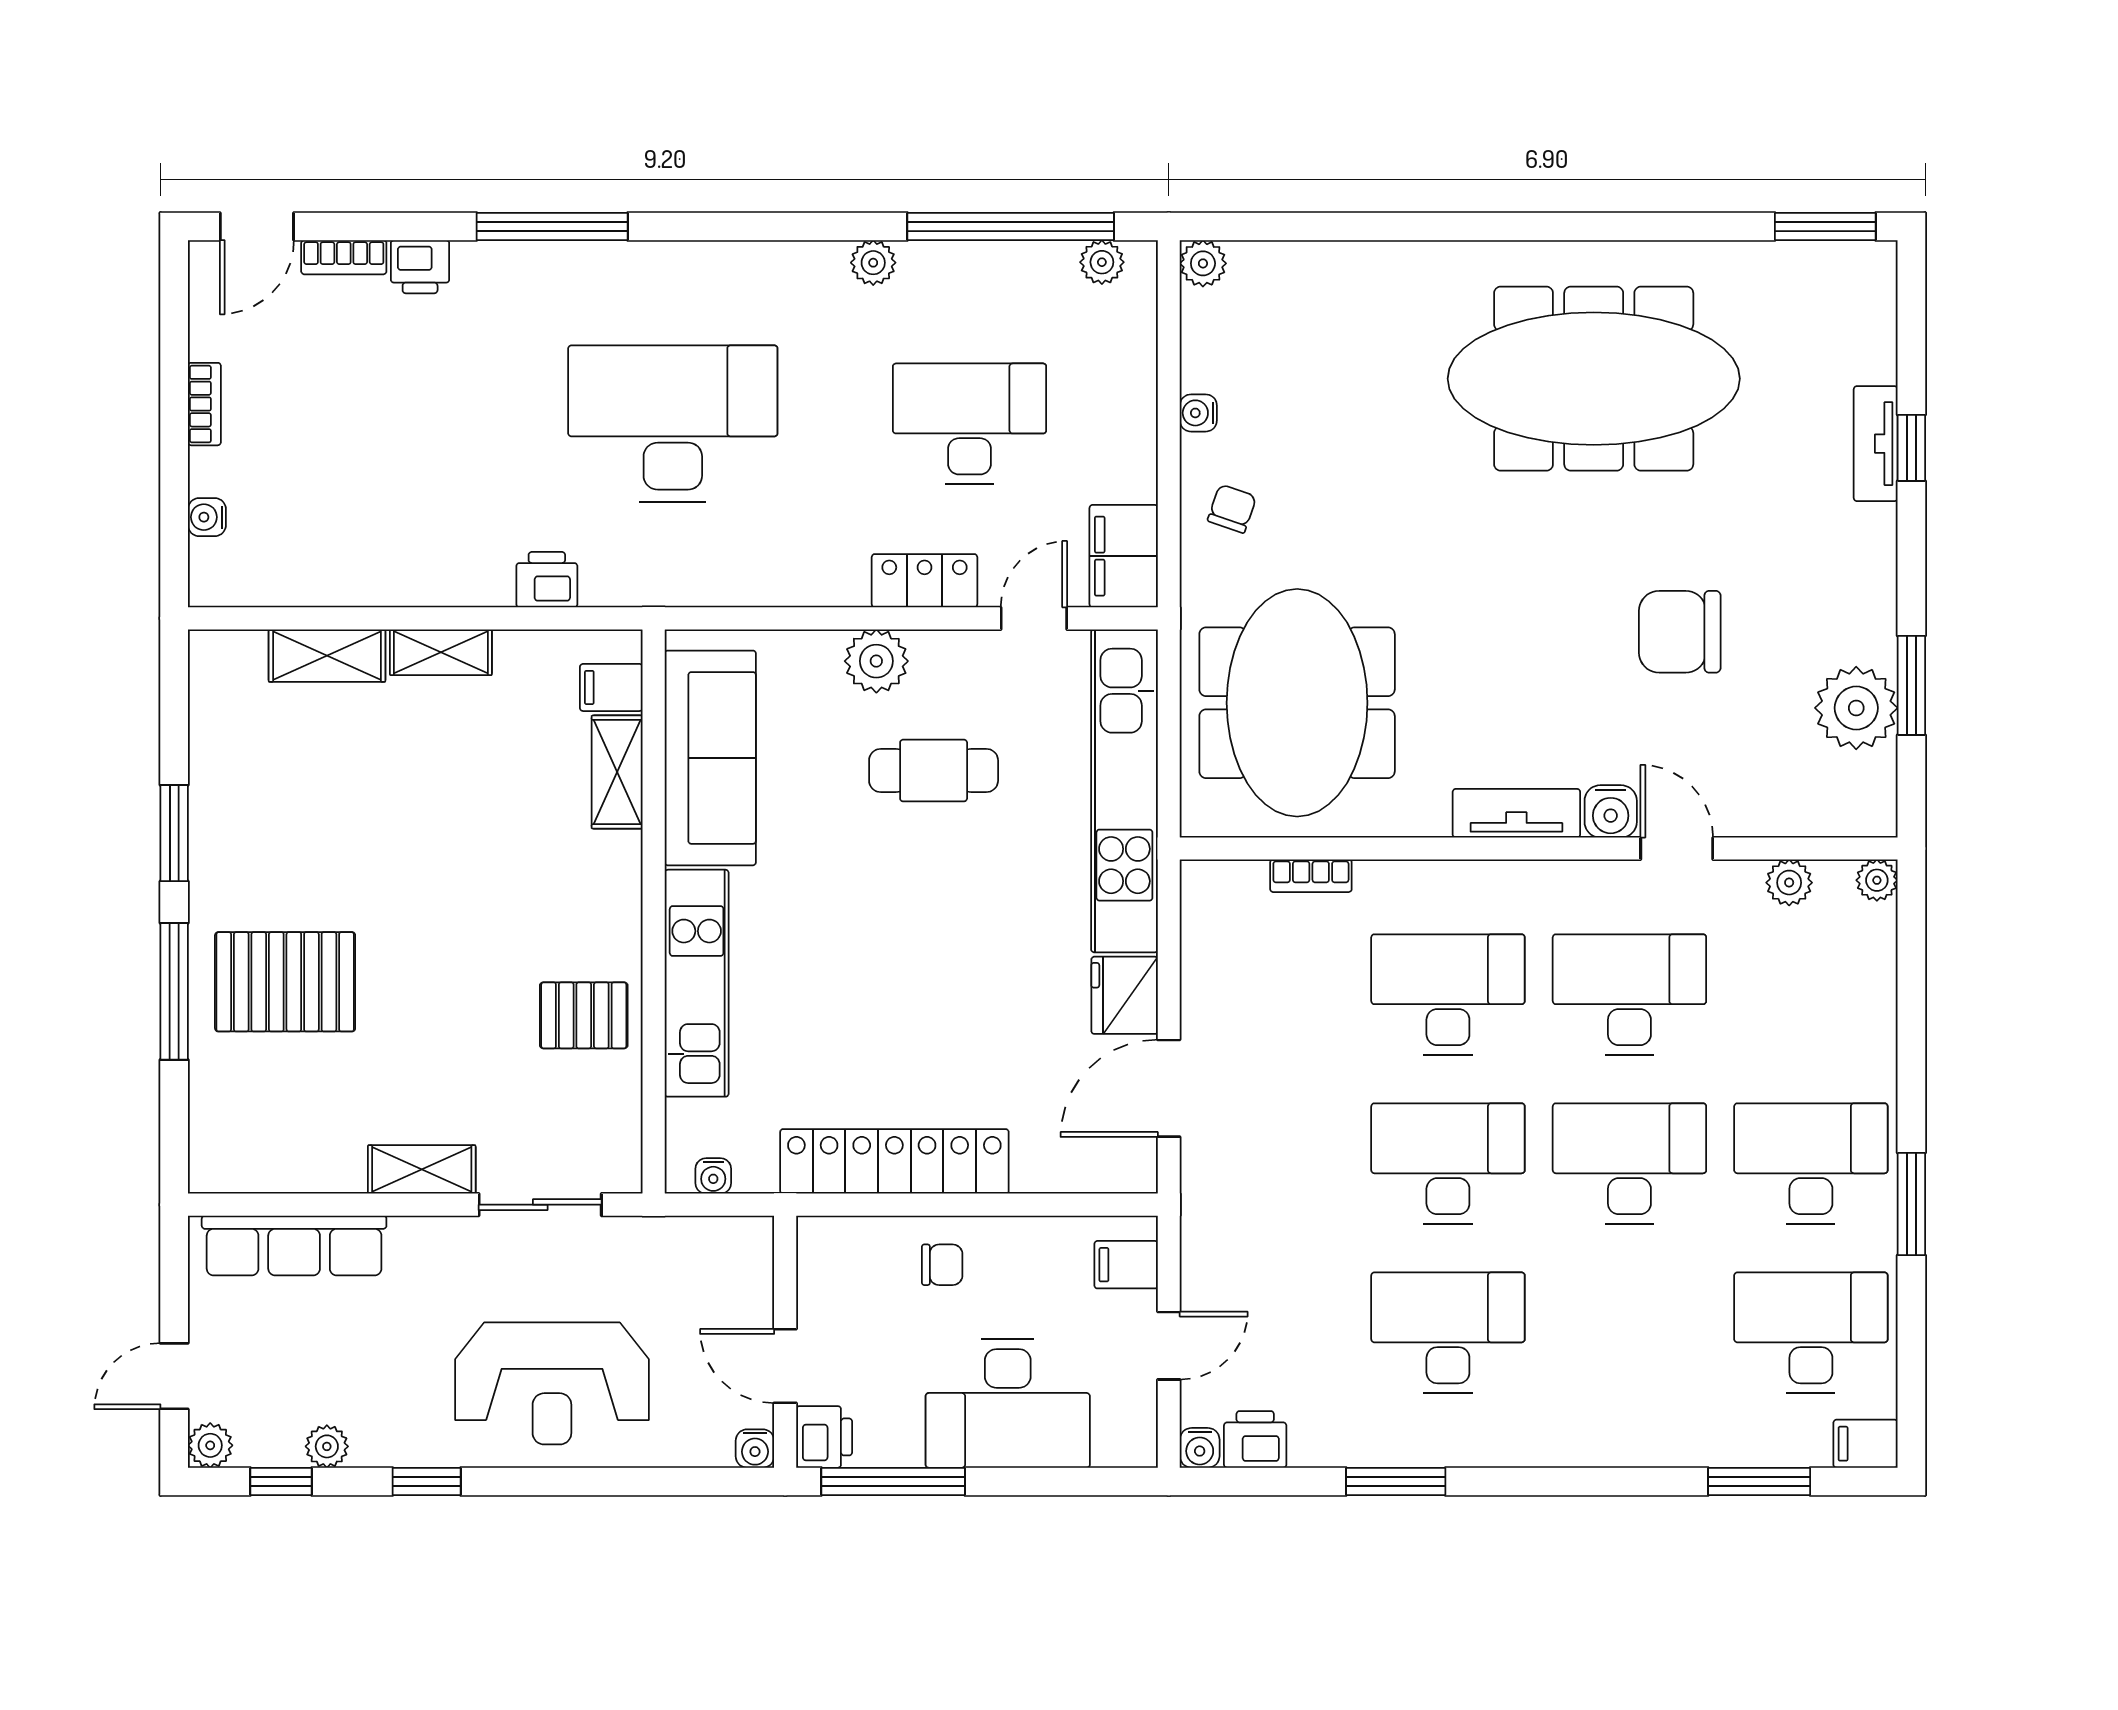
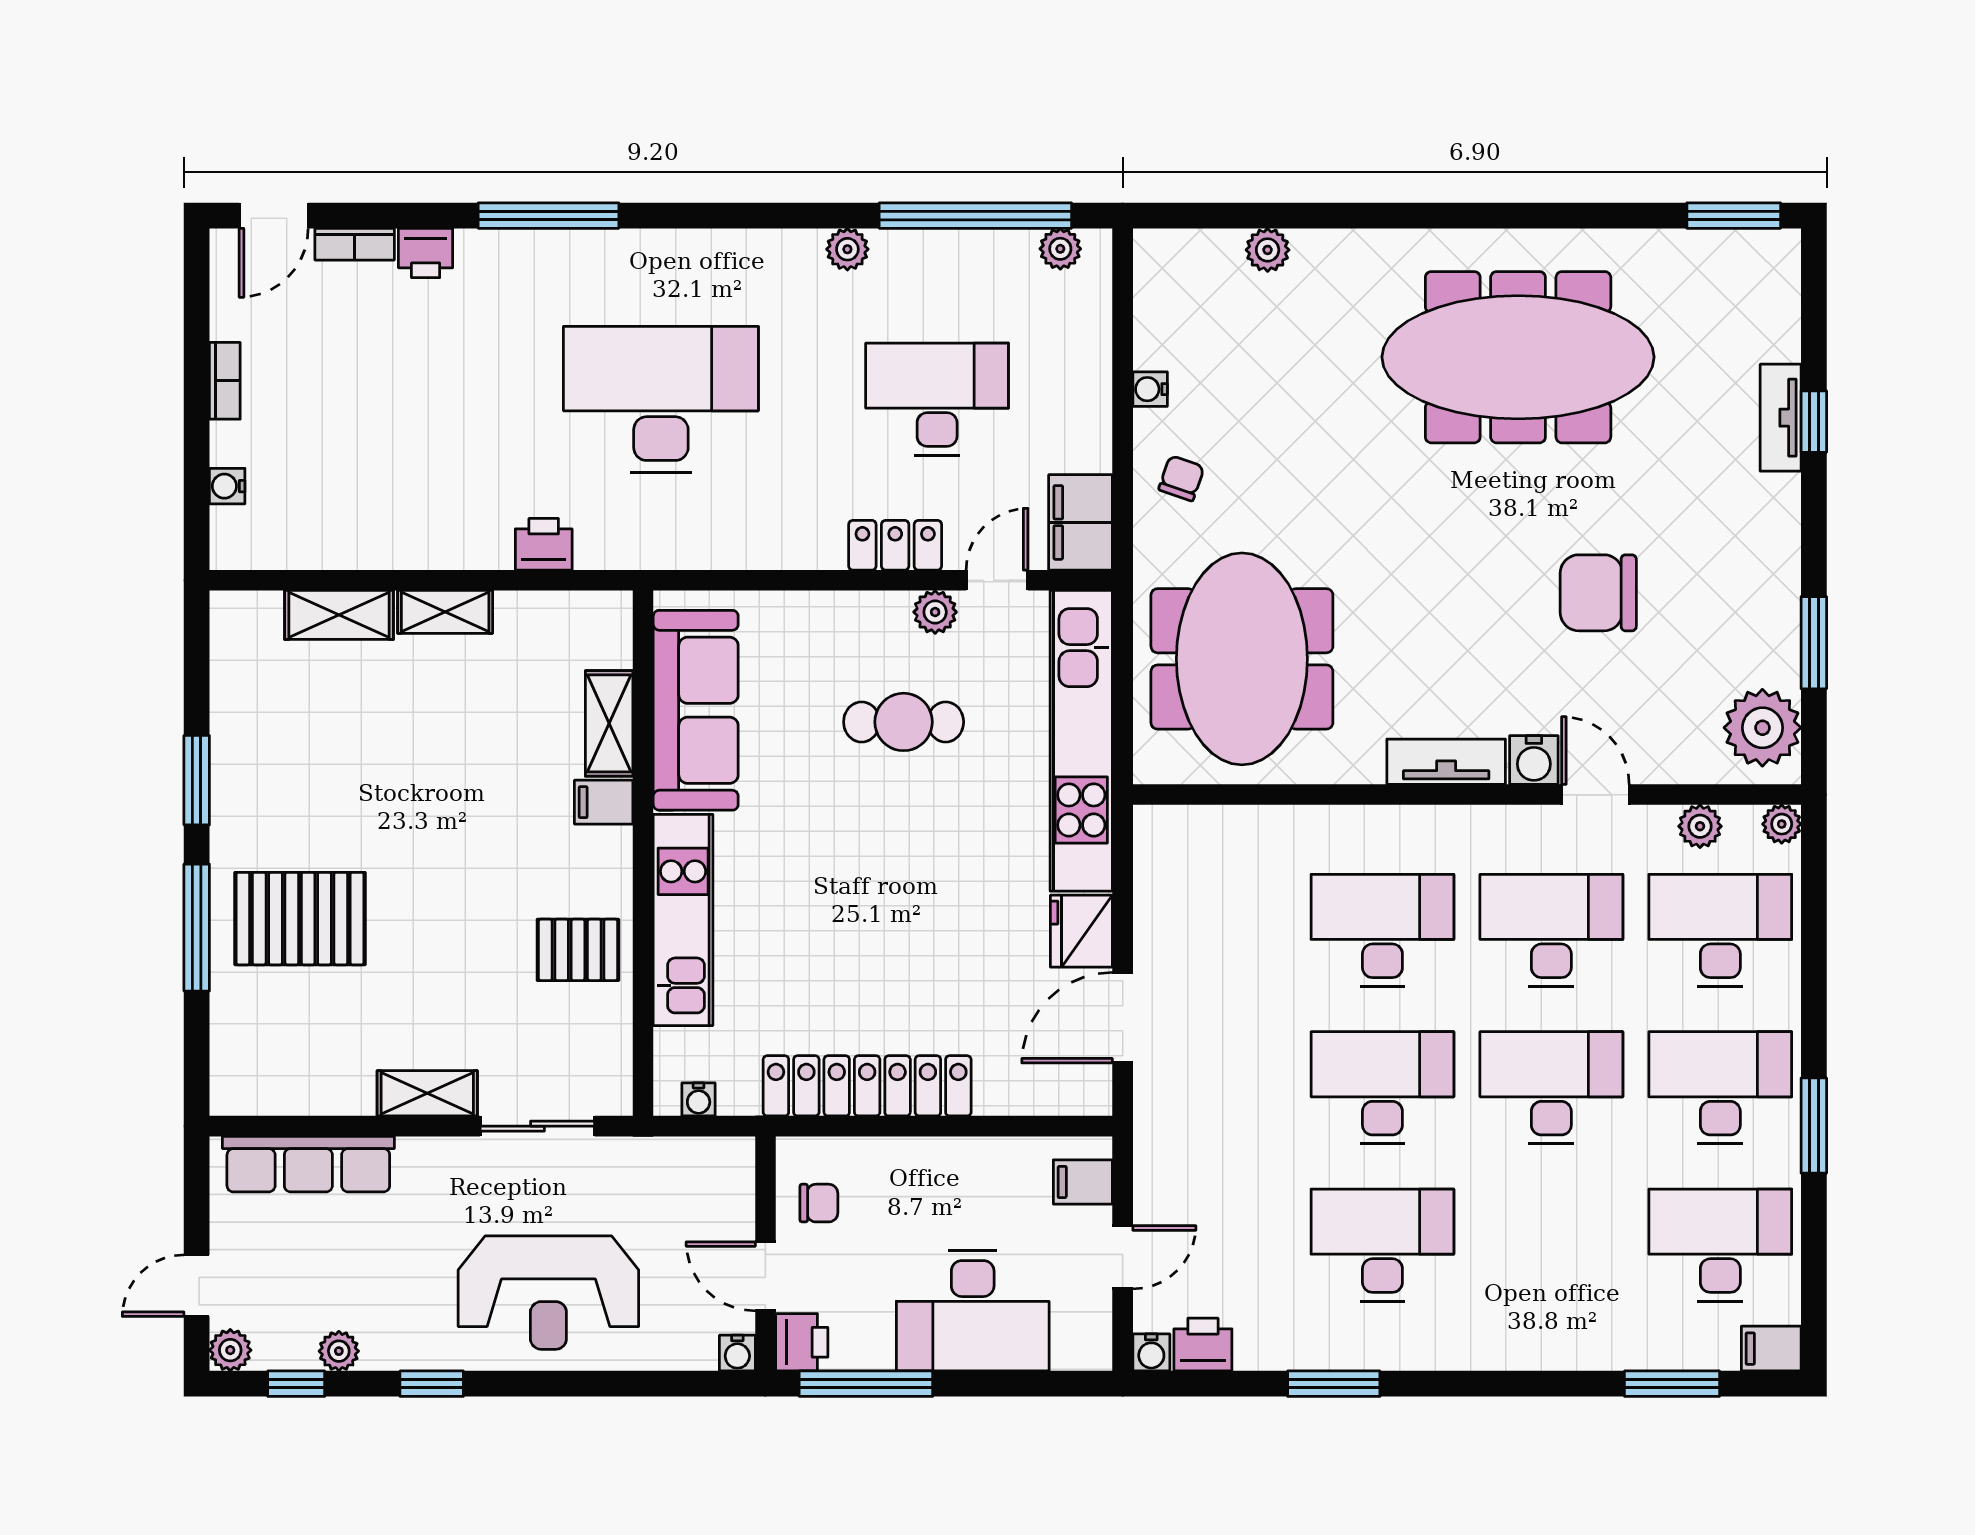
plant: (1203, 263) -> (1268, 250), moved
plant: (876, 661) -> (935, 612), moved, width x0.73, depth x0.73
filing cabinet: (611, 687) -> (604, 802), moved
plant: (1856, 708) -> (1762, 728), moved
bookcase: (1311, 876) -> (1255, 820), removed
desk: (1811, 995) -> (1720, 930), added
chair: (942, 1265) -> (819, 1203), moved

